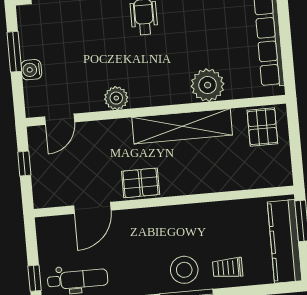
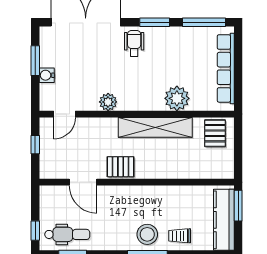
door: (92, 208) -> (83, 182), hinge flipped

